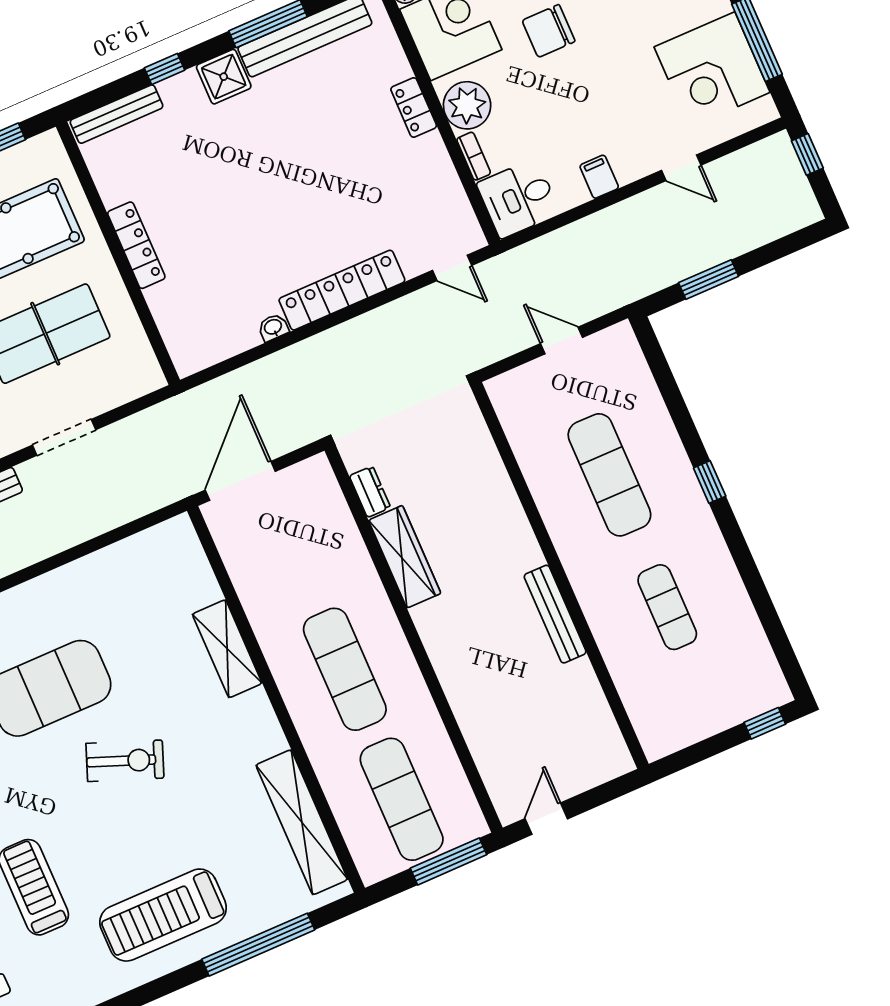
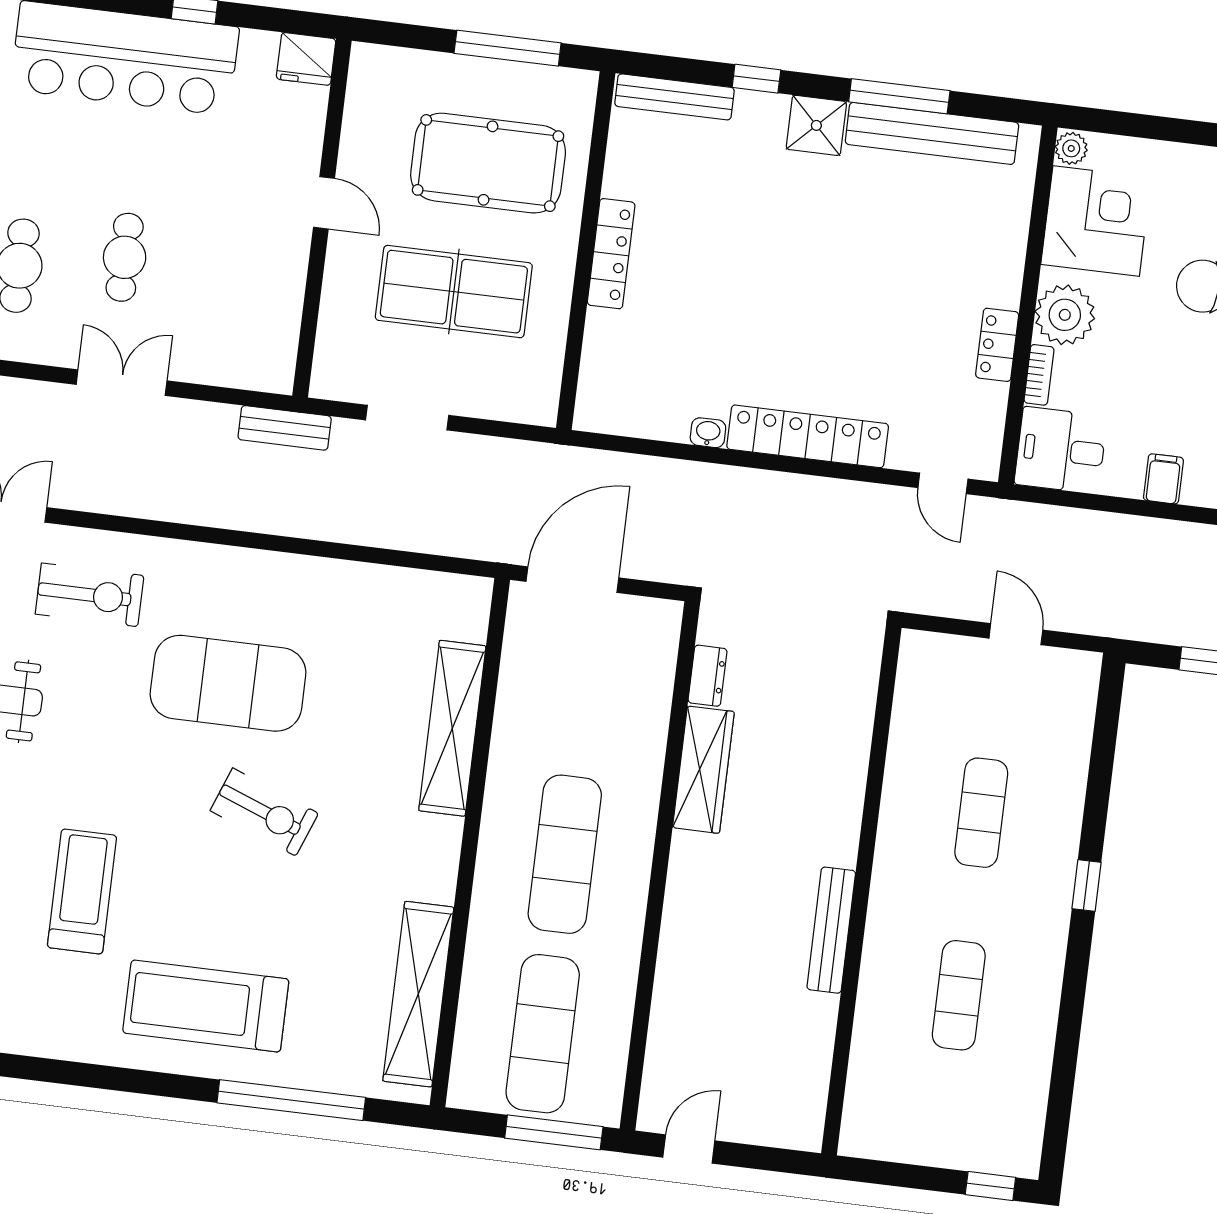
locker: (414, 107) -> (997, 345), moved
exercise mat: (609, 475) -> (981, 813), width x0.73, depth x0.69
shelving: (227, 649) -> (452, 728), width x1.47

